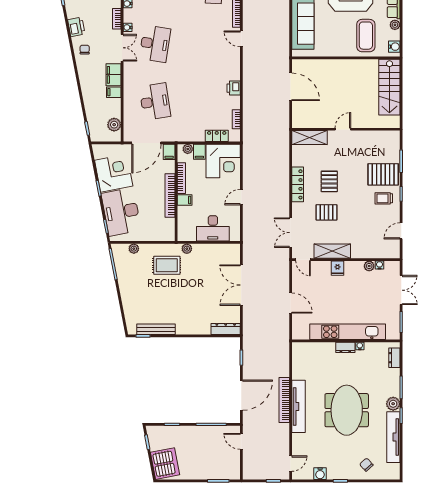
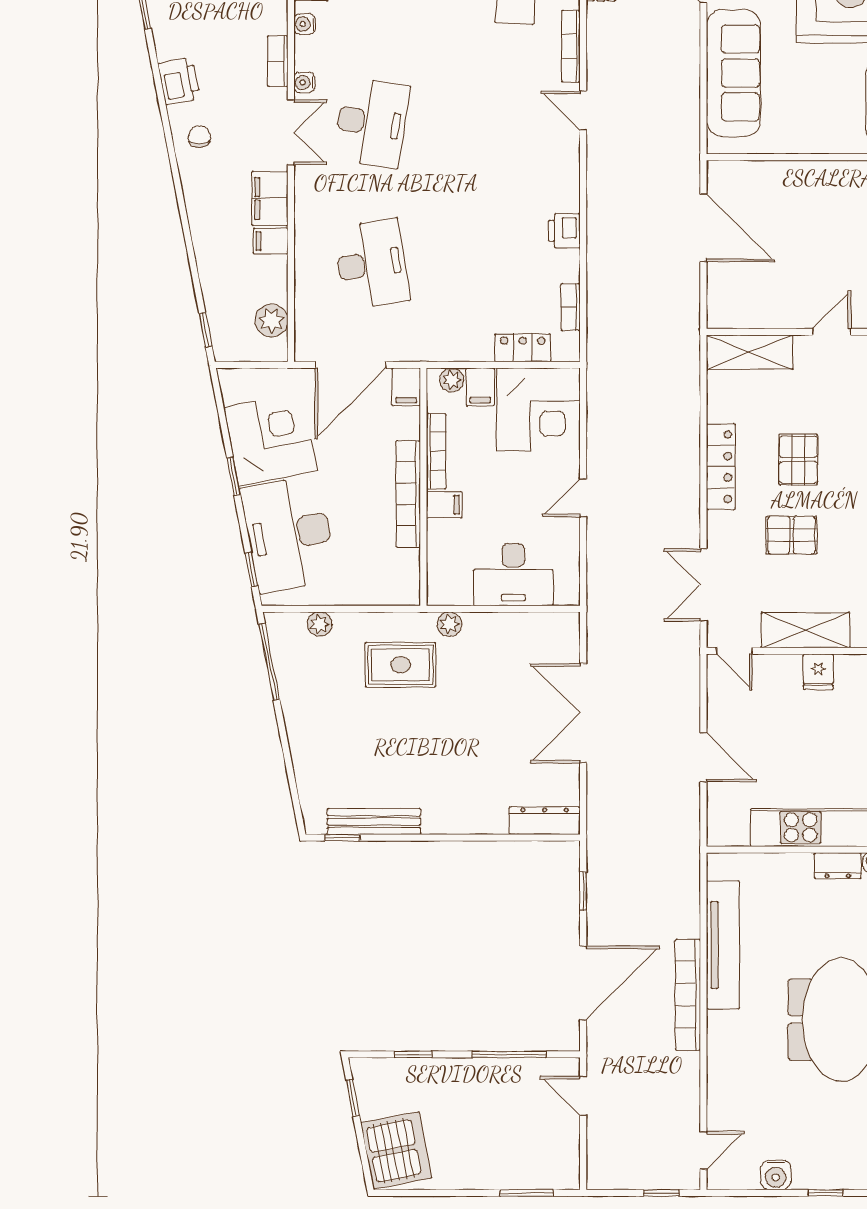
tv unit: (298, 406) -> (723, 945), moved

